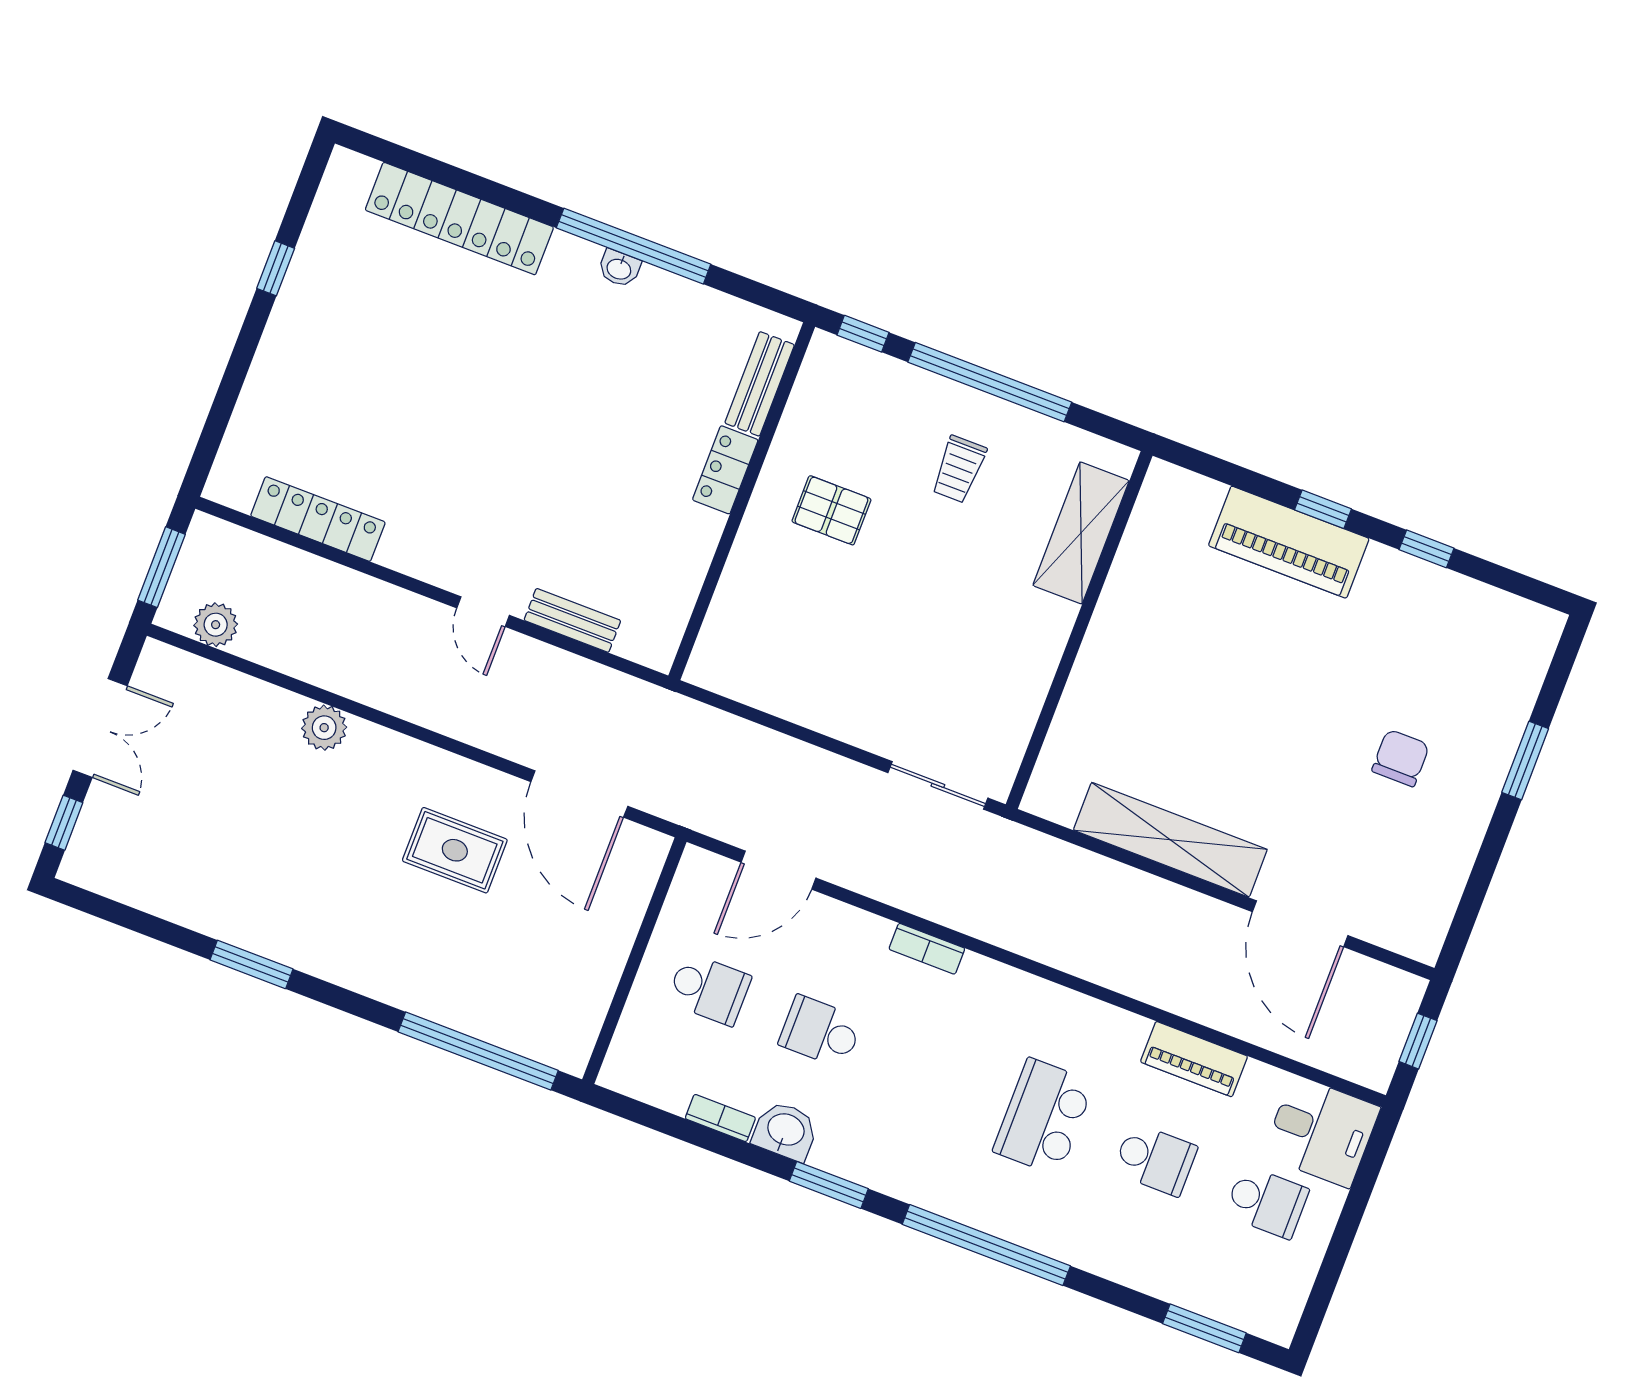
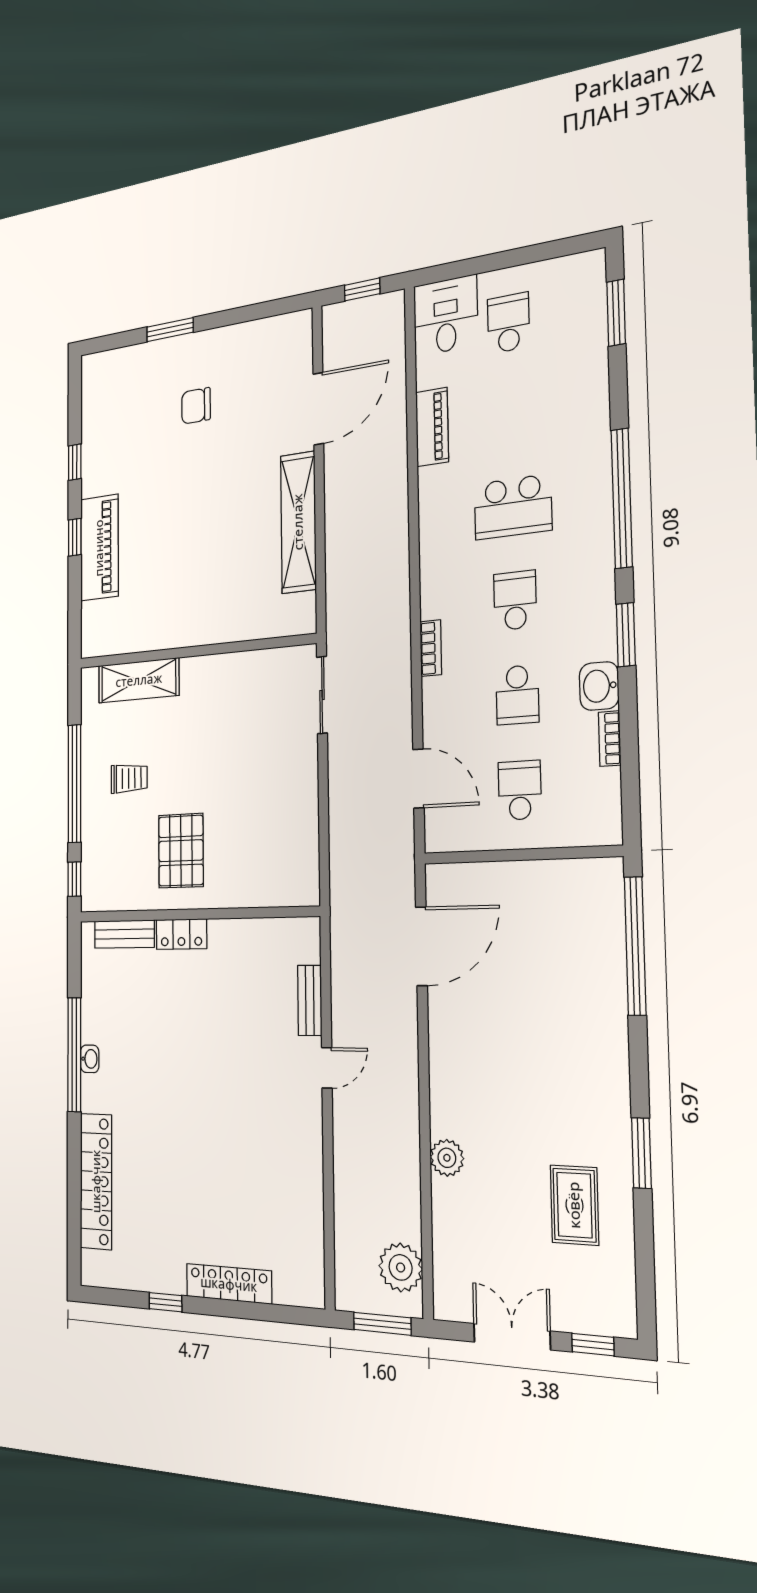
pallet: (831, 510) -> (181, 851), width x1.50, depth x1.42
locker: (318, 519) -> (229, 1284), moved, turned 90
plant: (216, 625) -> (401, 1267), width x1.36, depth x1.36
rug: (455, 850) -> (574, 1205), moved
school desk: (1155, 1159) -> (515, 600), moved

